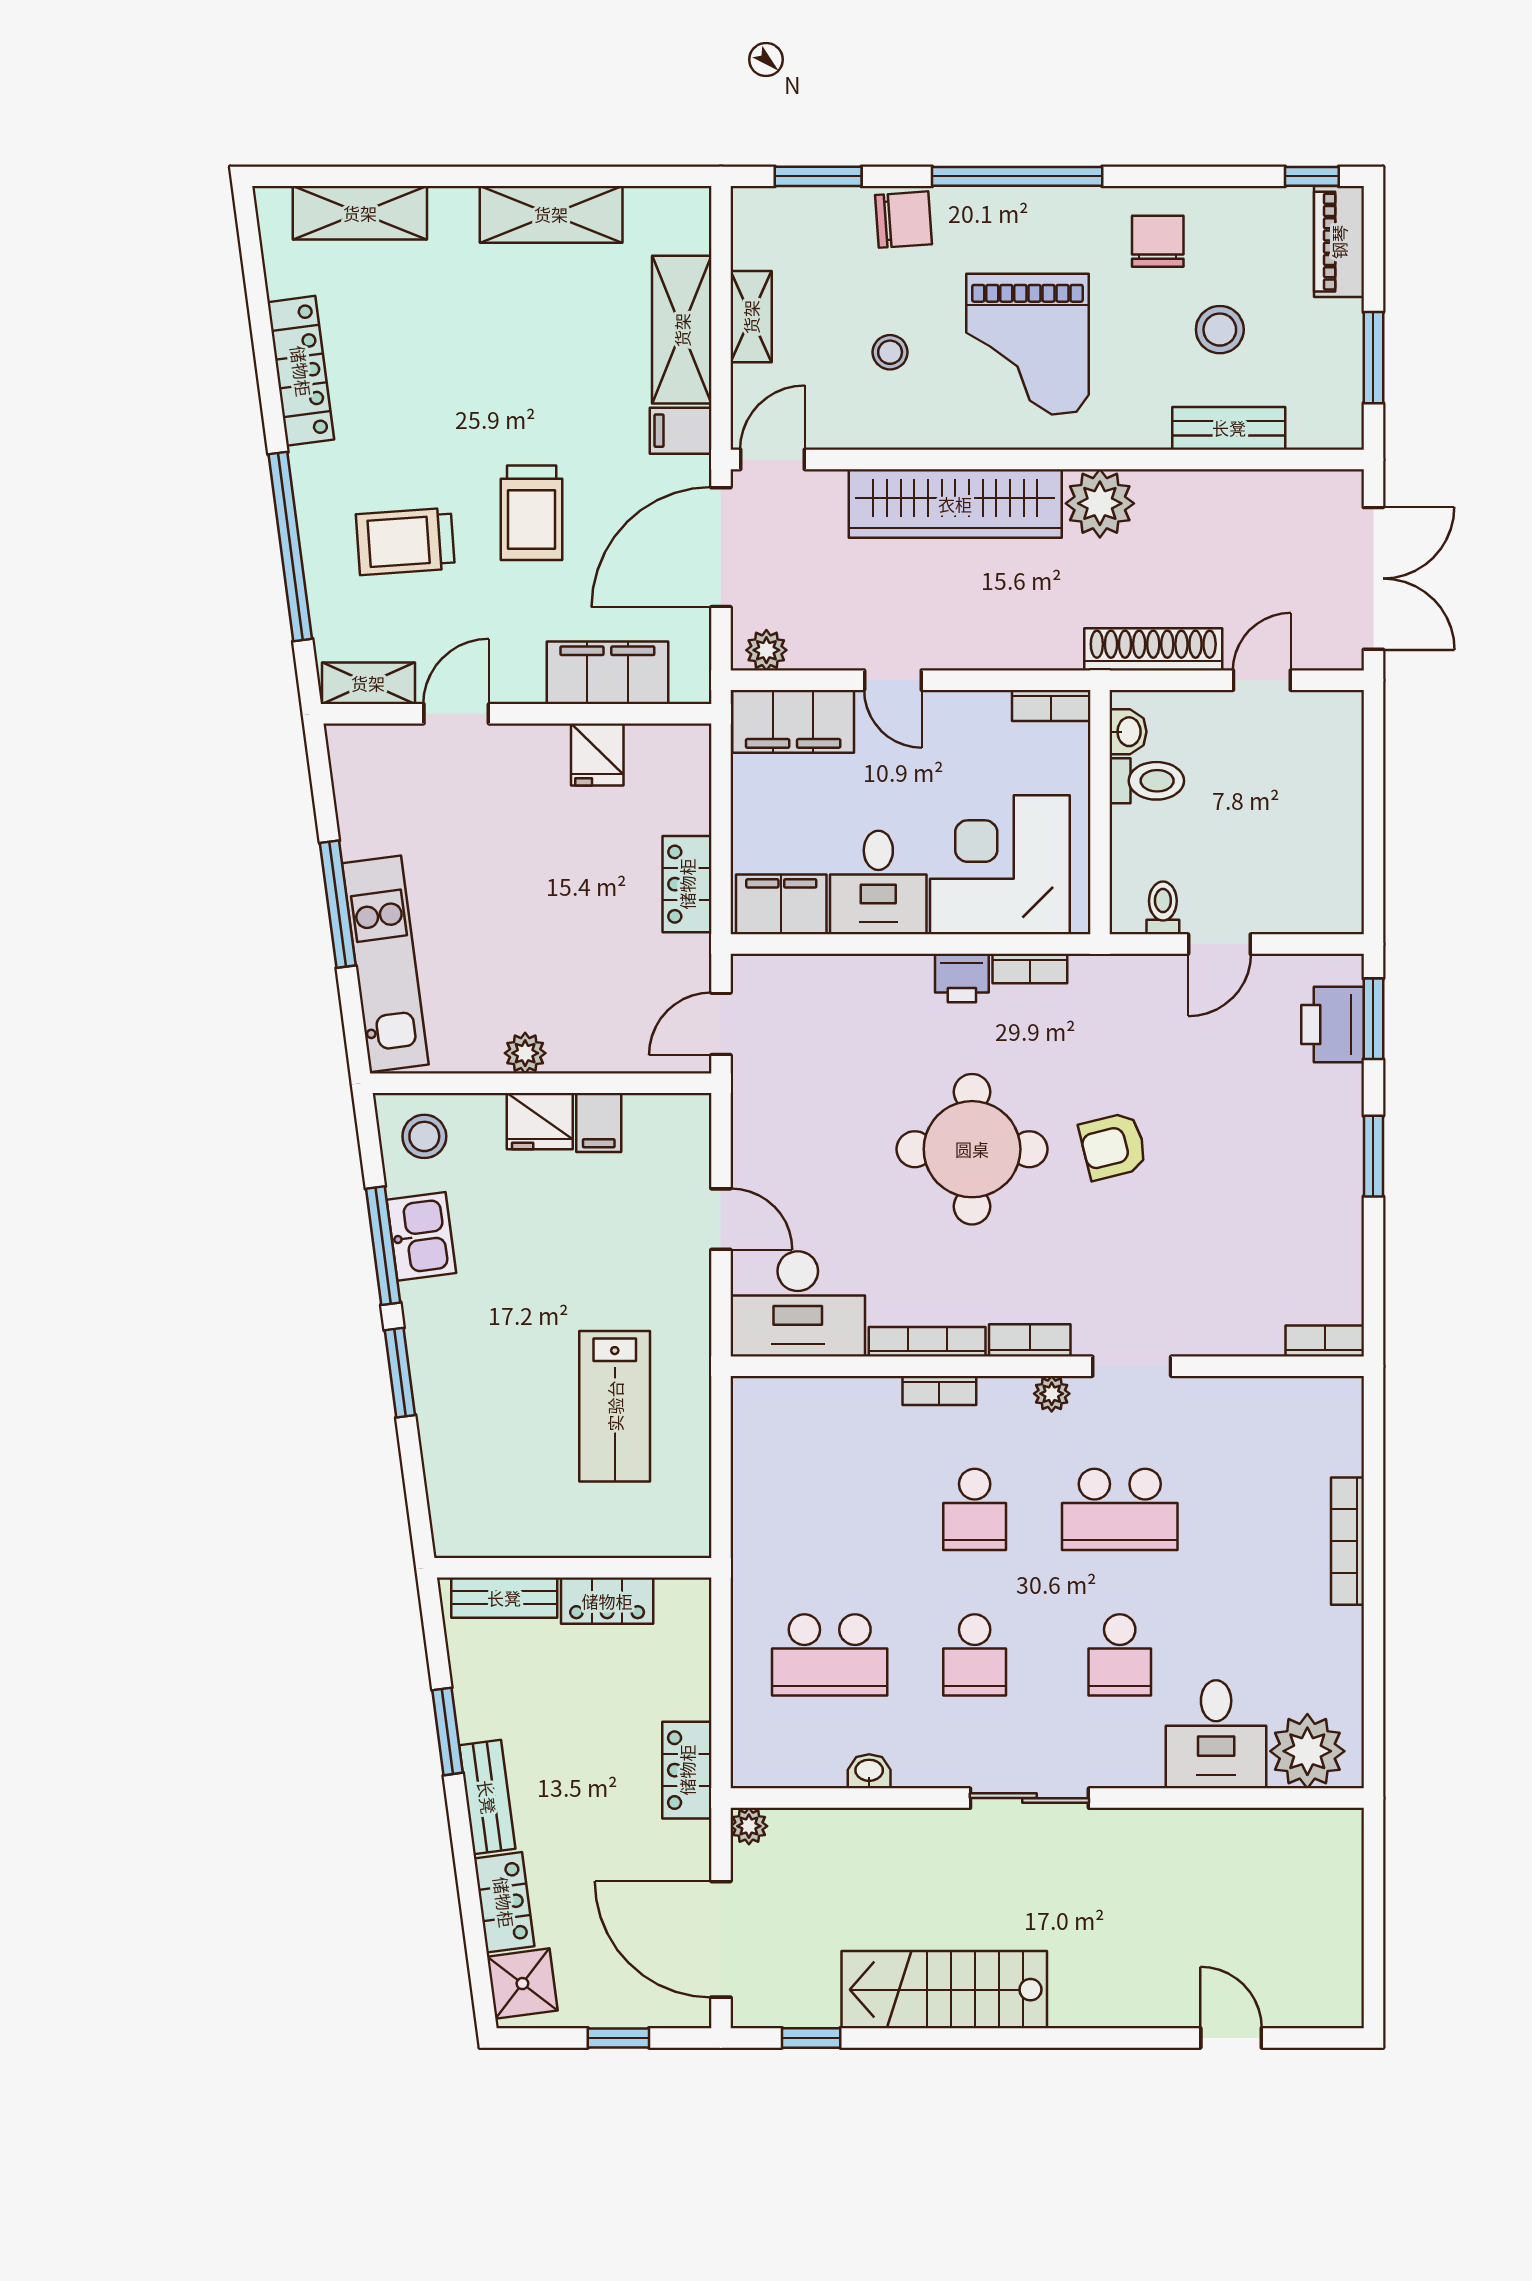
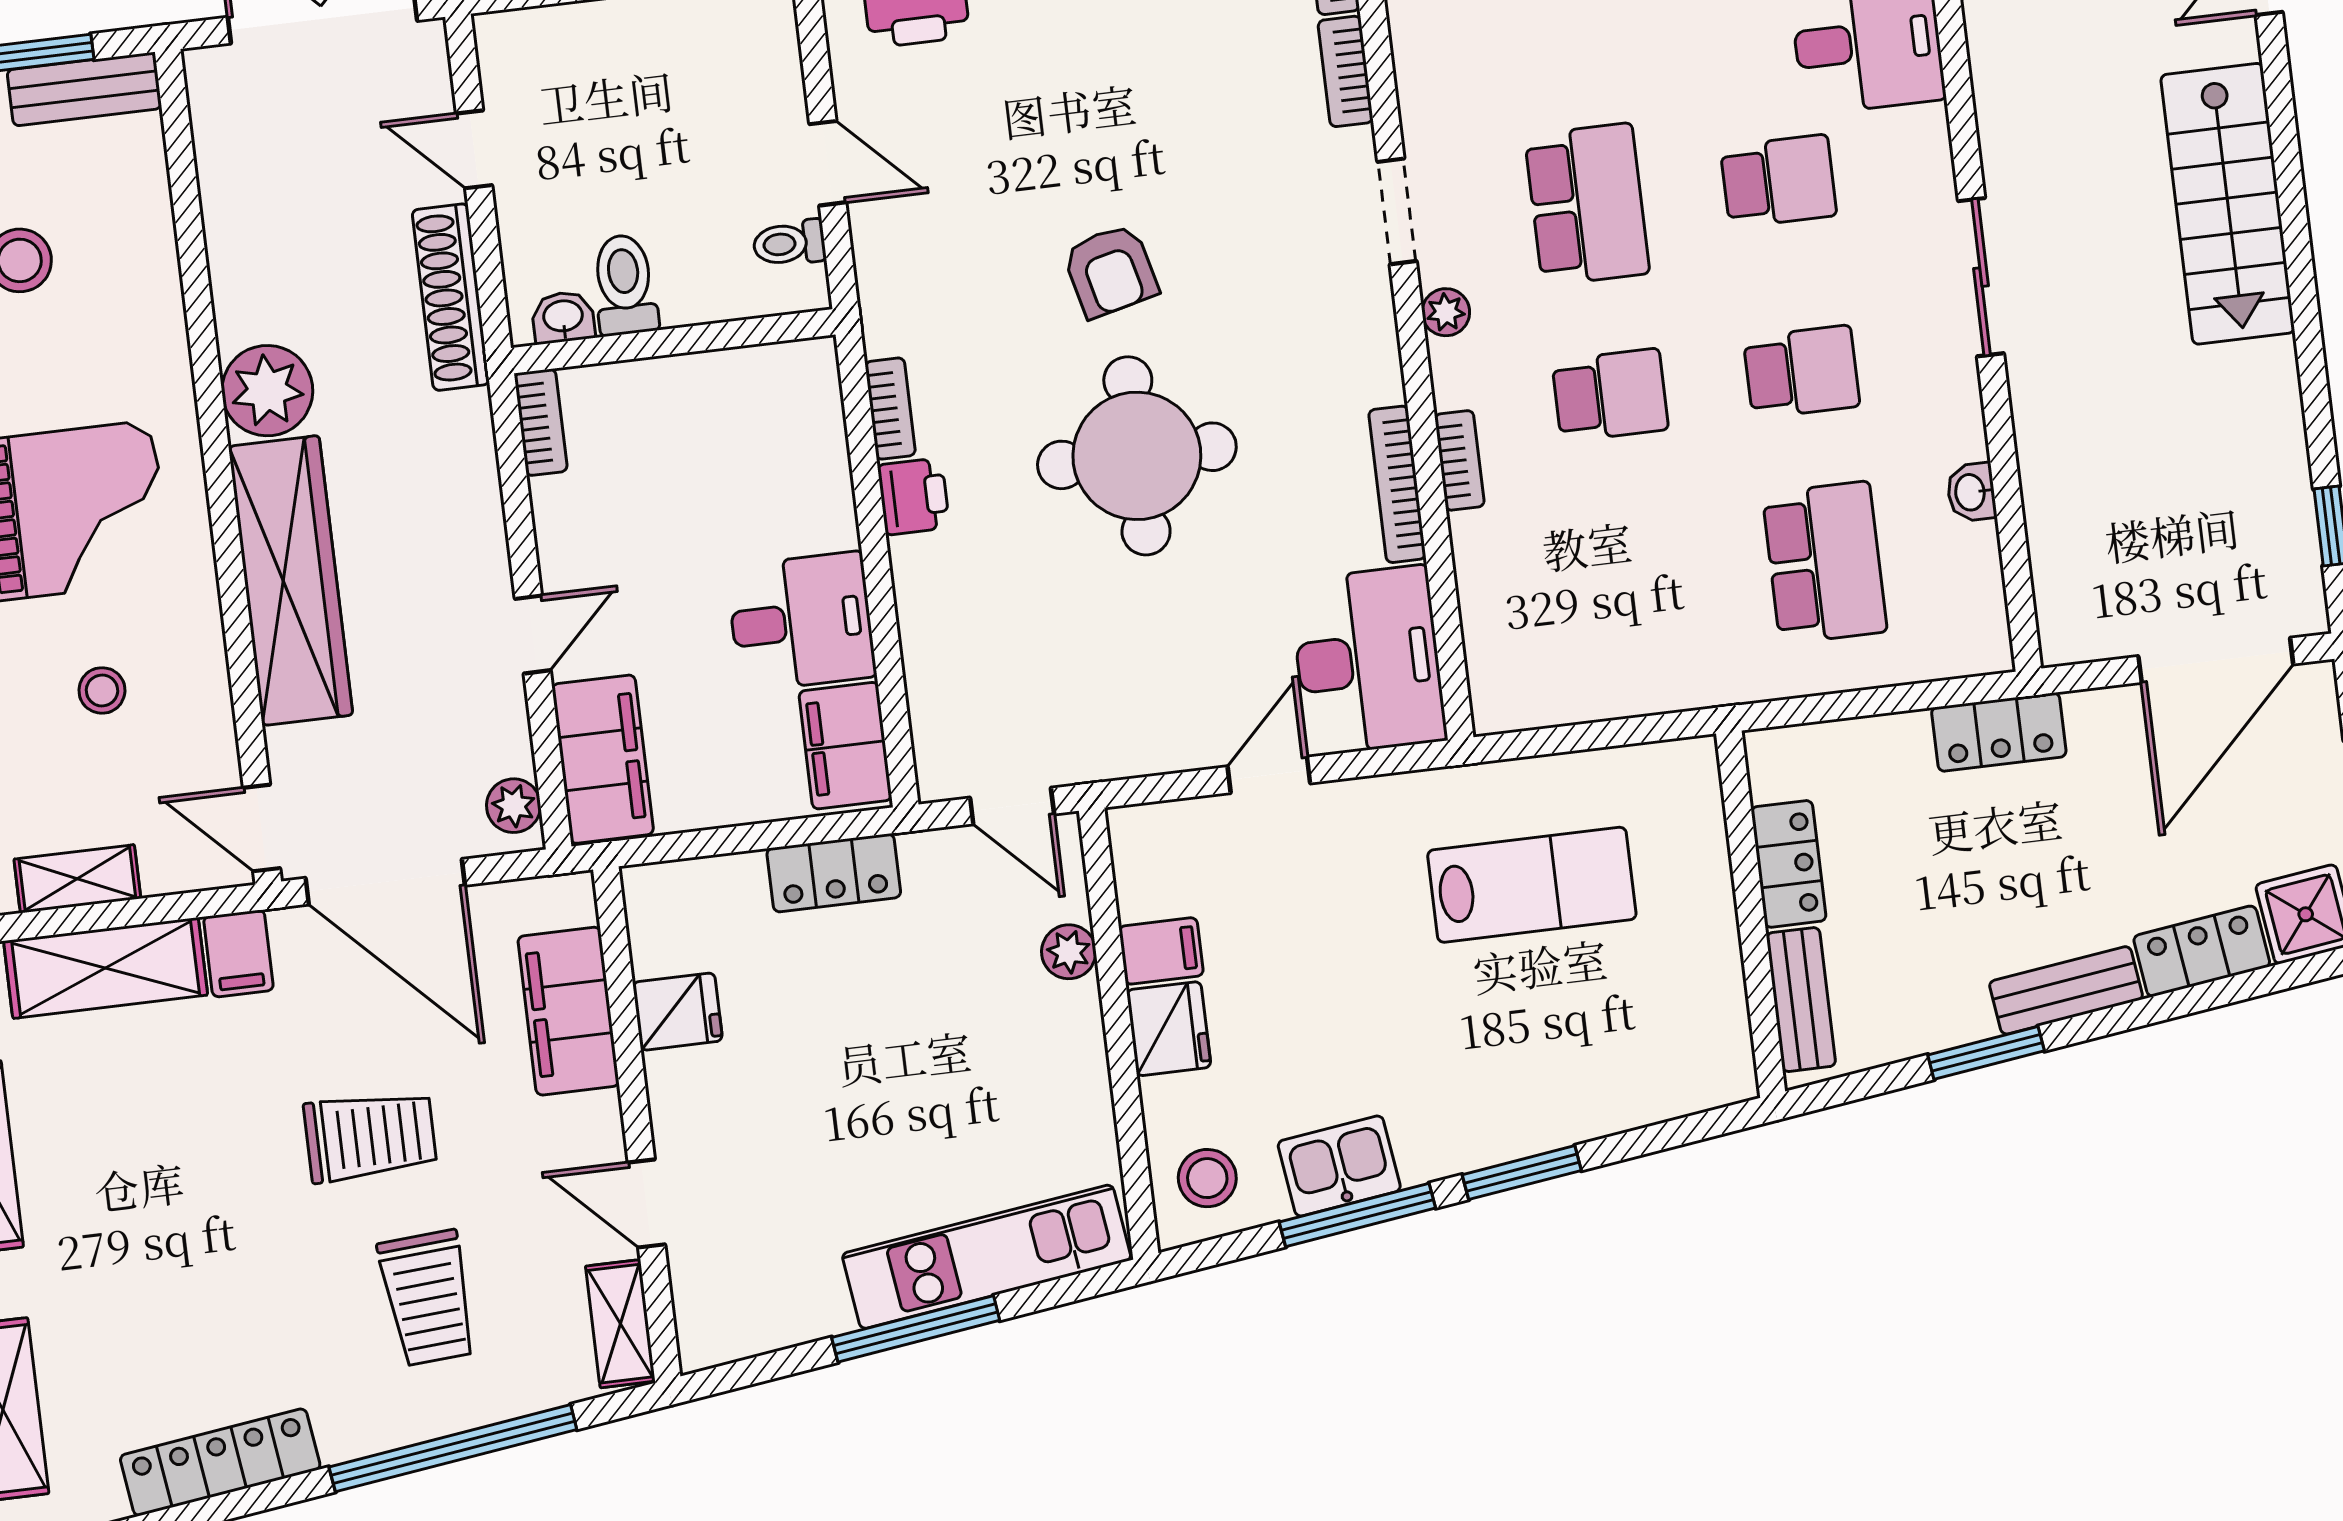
bench: (1229, 428) -> (84, 89), moved, turned 90
corner desk: (1000, 865) -> (758, 464), removed
plant: (525, 1053) -> (1069, 952), moved
bookcase: (1030, 1340) -> (1346, 71), moved
plant: (749, 1826) -> (2062, 642), removed
stairs: (944, 1990) -> (2228, 204), moved

